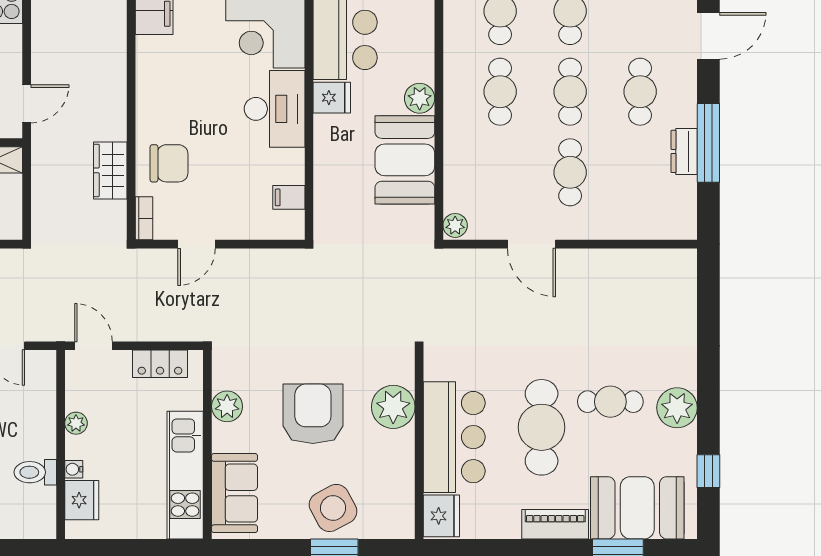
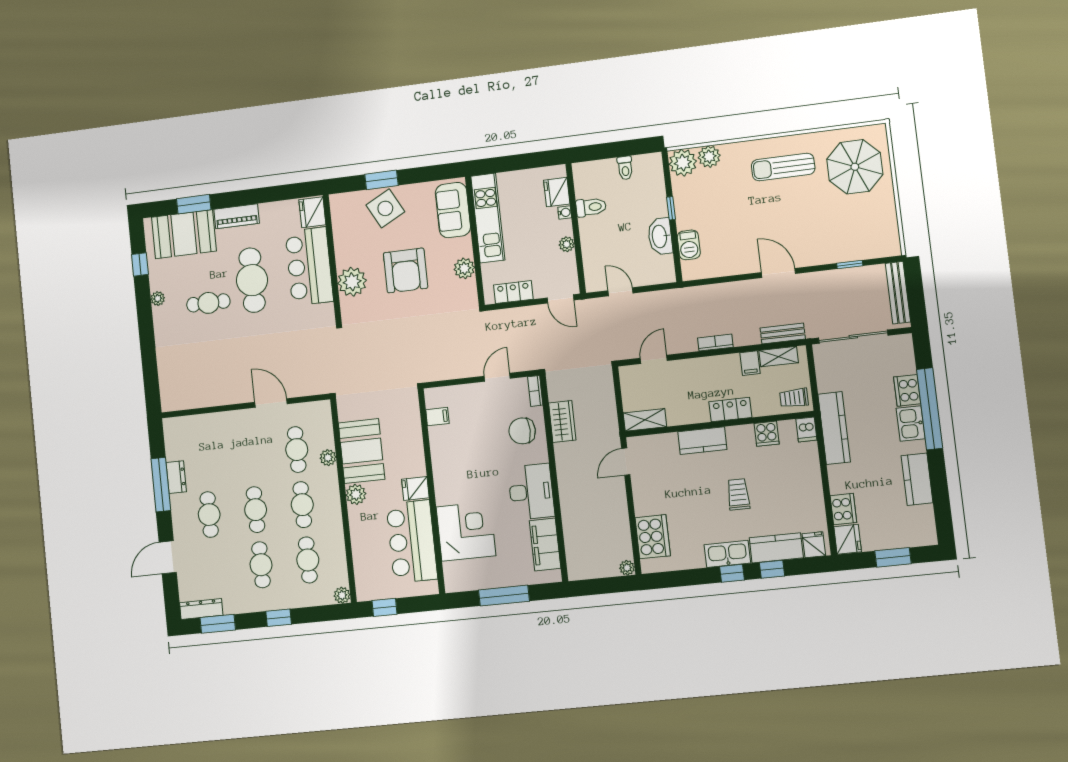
desk: (275, 109) -> (531, 492), moved, turned 180
cafe table: (570, 172) -> (297, 450), moved
plant: (455, 225) -> (328, 458), moved
plant: (677, 408) -> (158, 299), width x0.53, depth x0.53

